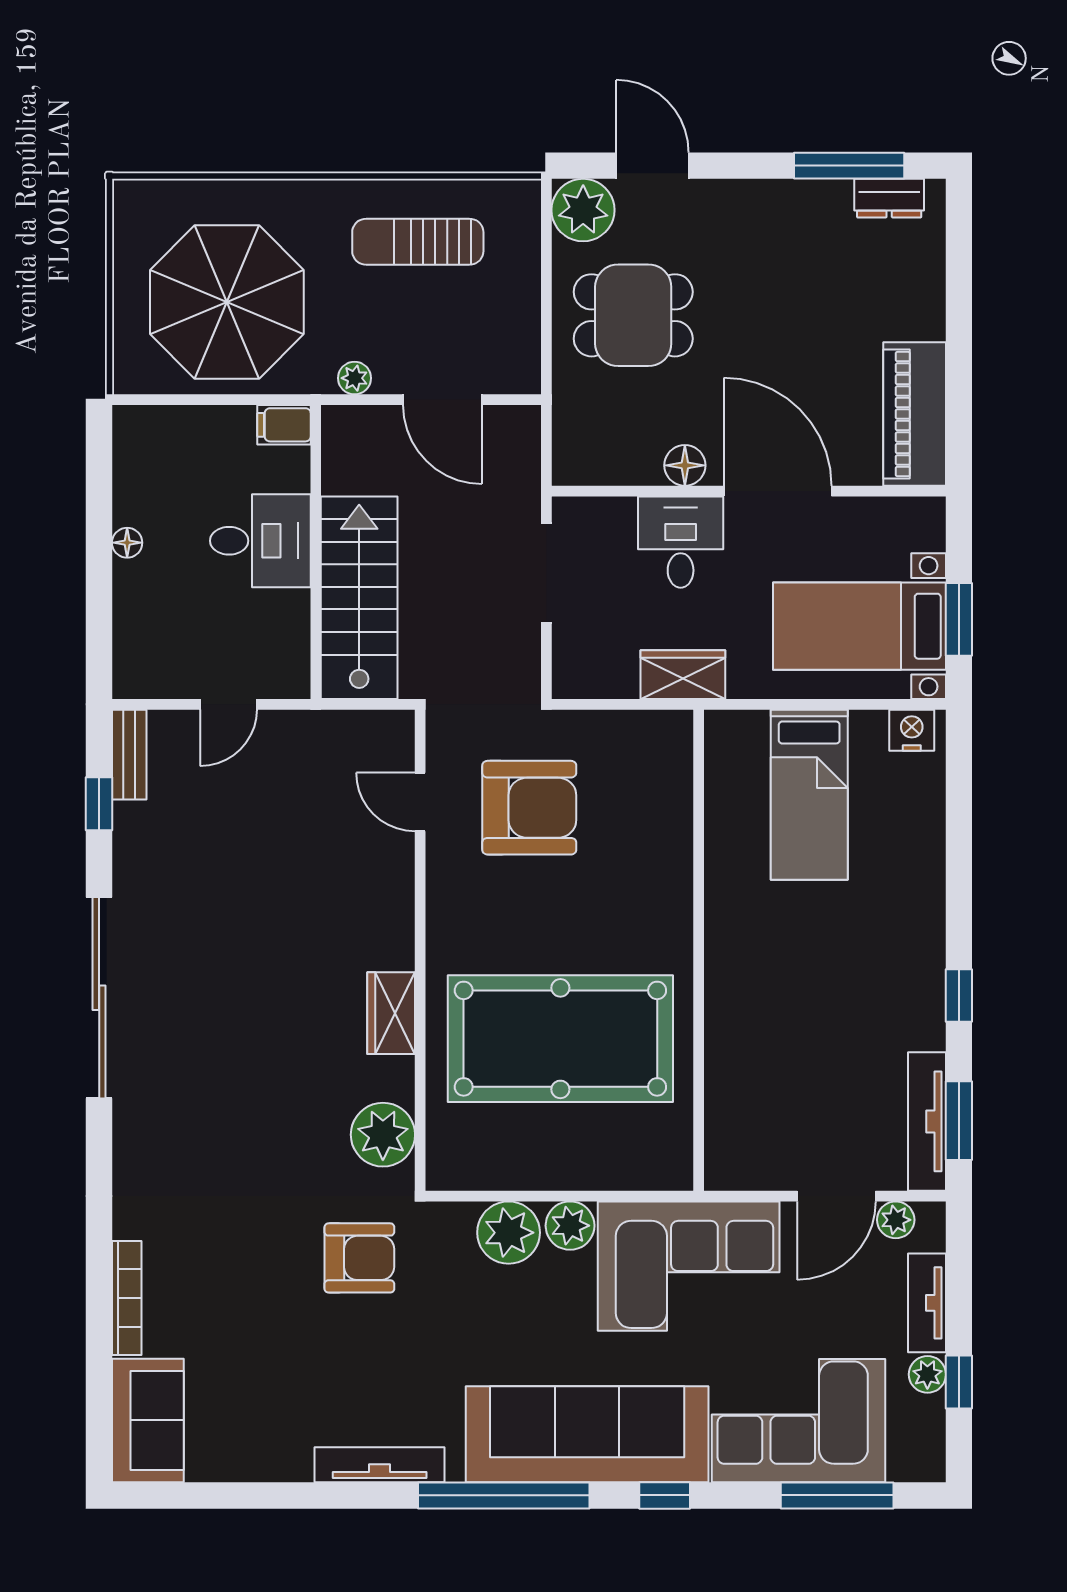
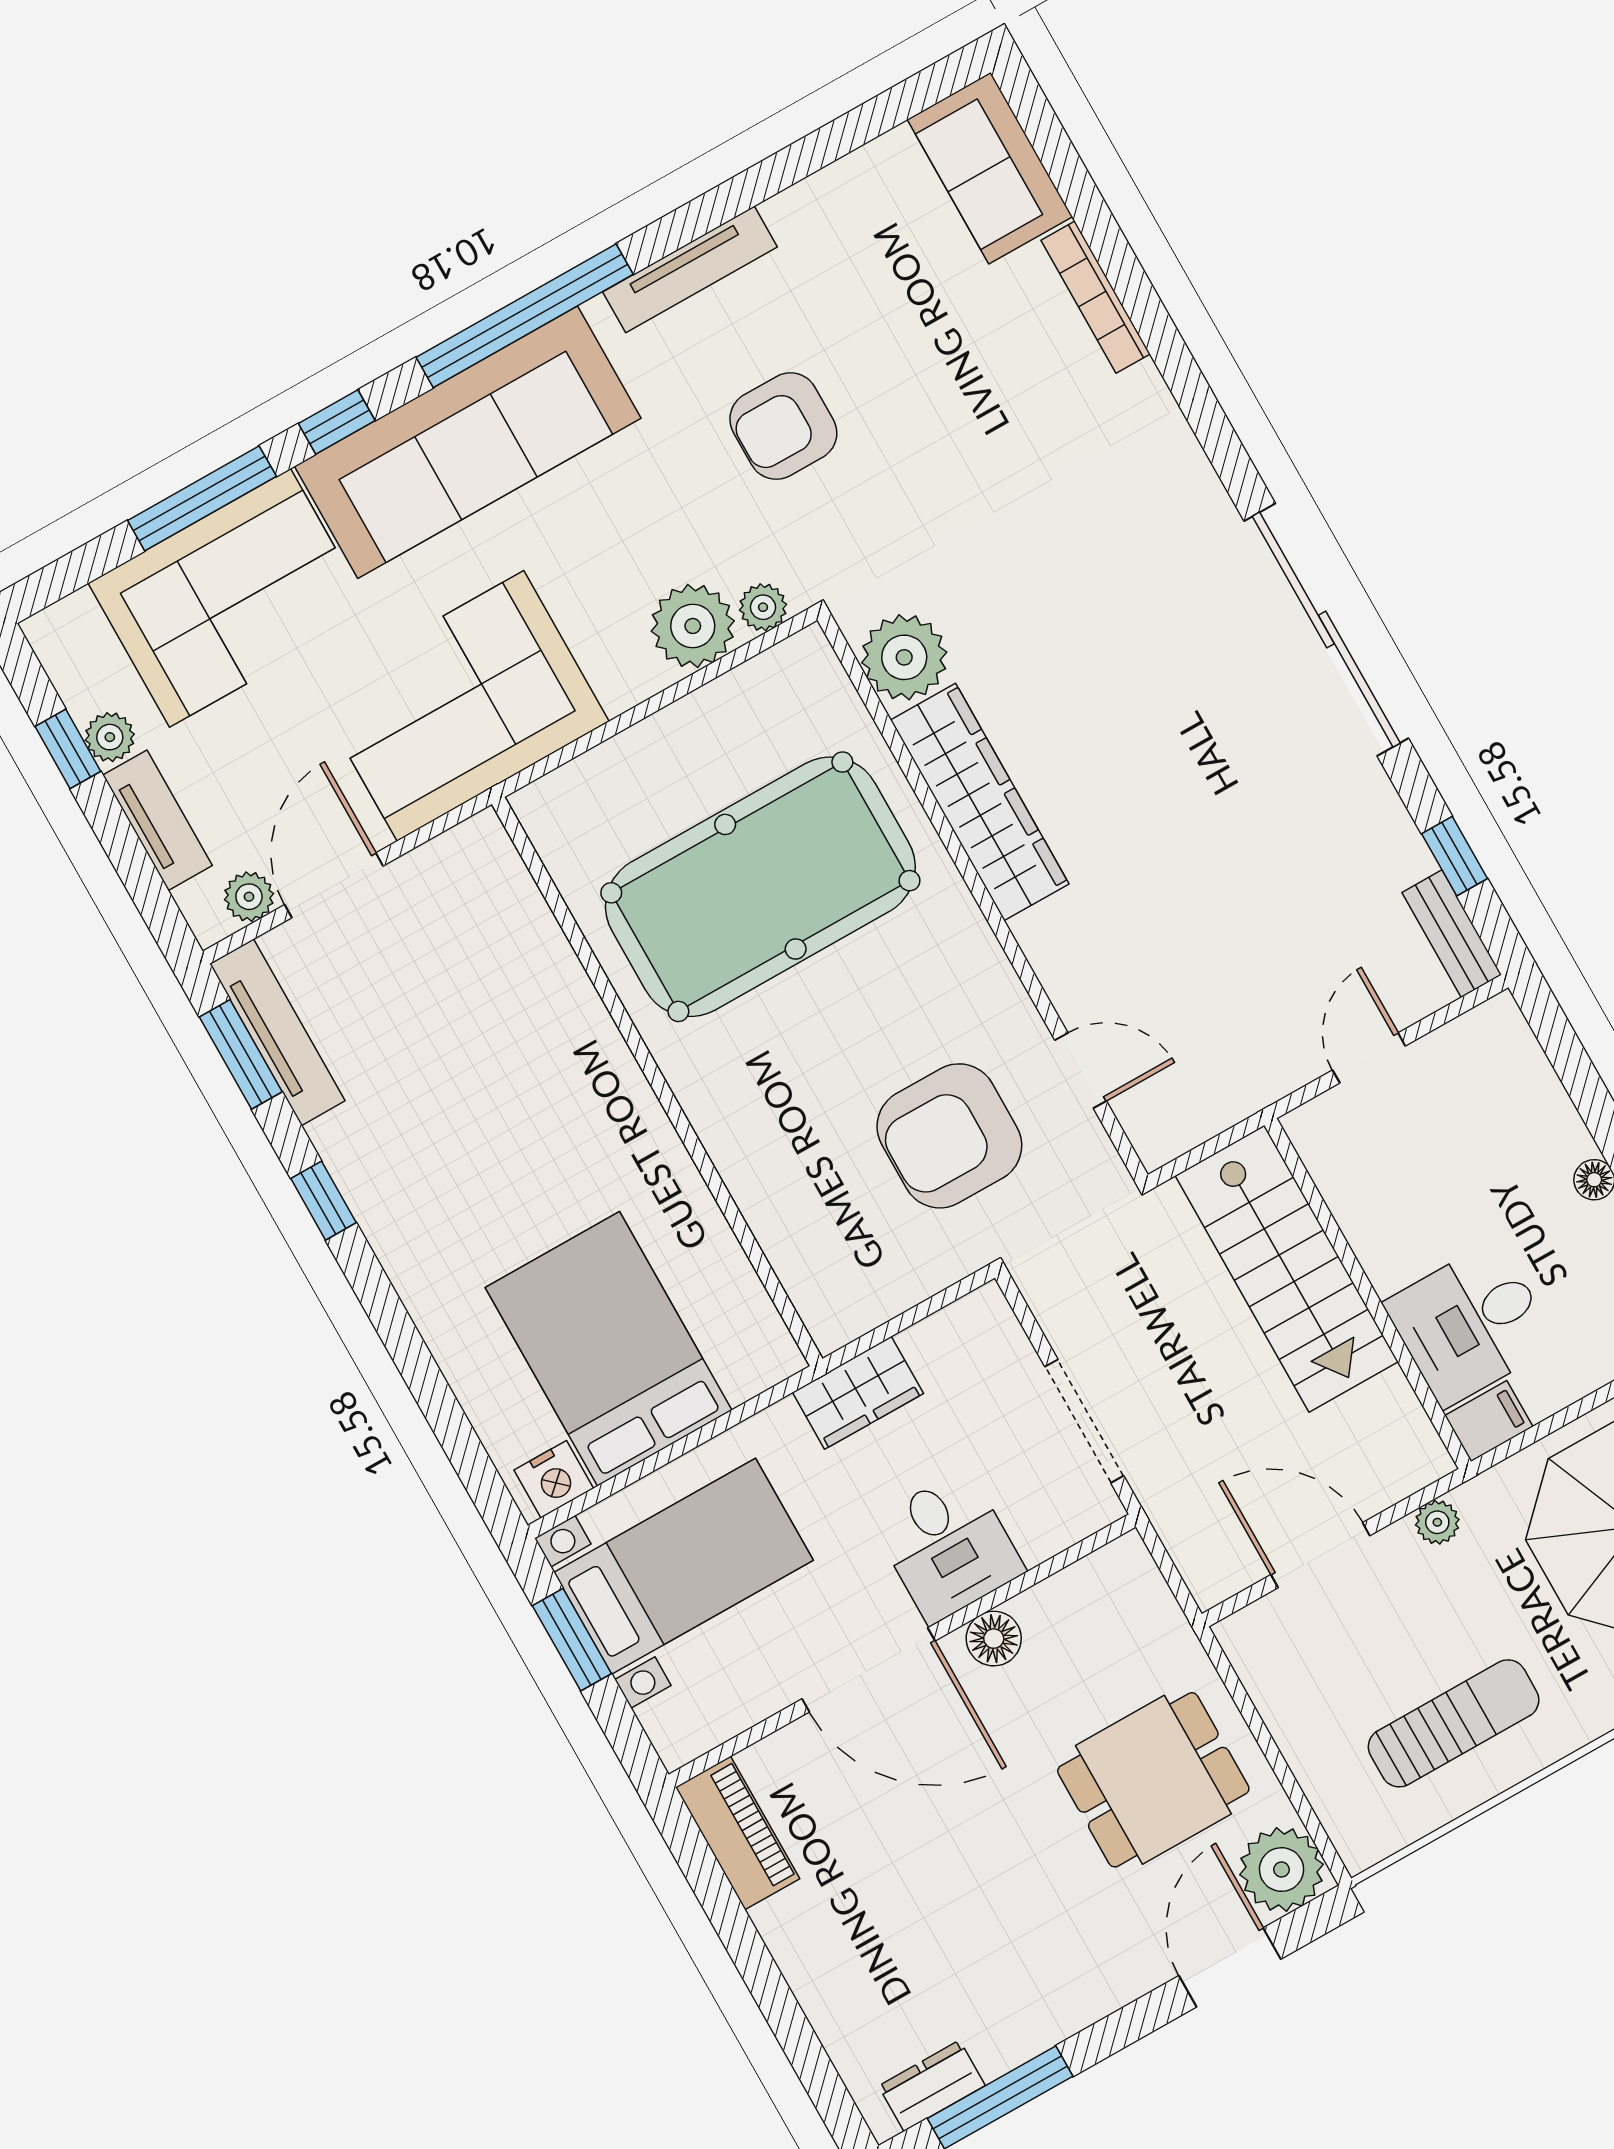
door: (652, 166) -> (1230, 1967), swing flipped
piano: (915, 414) -> (738, 1833), width x0.73, depth x0.75
desk: (260, 541) -> (1470, 1324), moved
bed: (809, 795) -> (609, 1349), width x1.50
wardrobe: (391, 1013) -> (980, 802), width x2.10, depth x1.17
plant: (570, 1226) -> (763, 607), moved, width x0.73, depth x0.73
armchair: (359, 1258) -> (783, 426), moved
window: (837, 1495) -> (202, 498), moved

